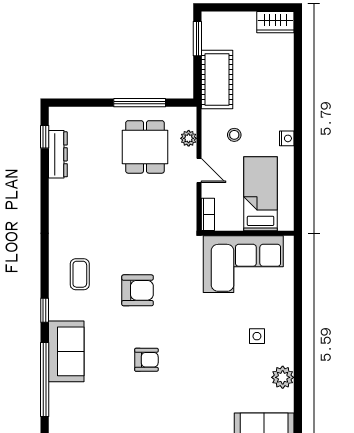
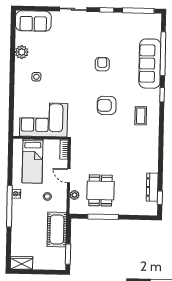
window: (298, 117) -> (9, 206), added
sofa: (66, 351) -> (150, 64), width x1.36
armchair: (146, 360) -> (102, 64), turned 90

